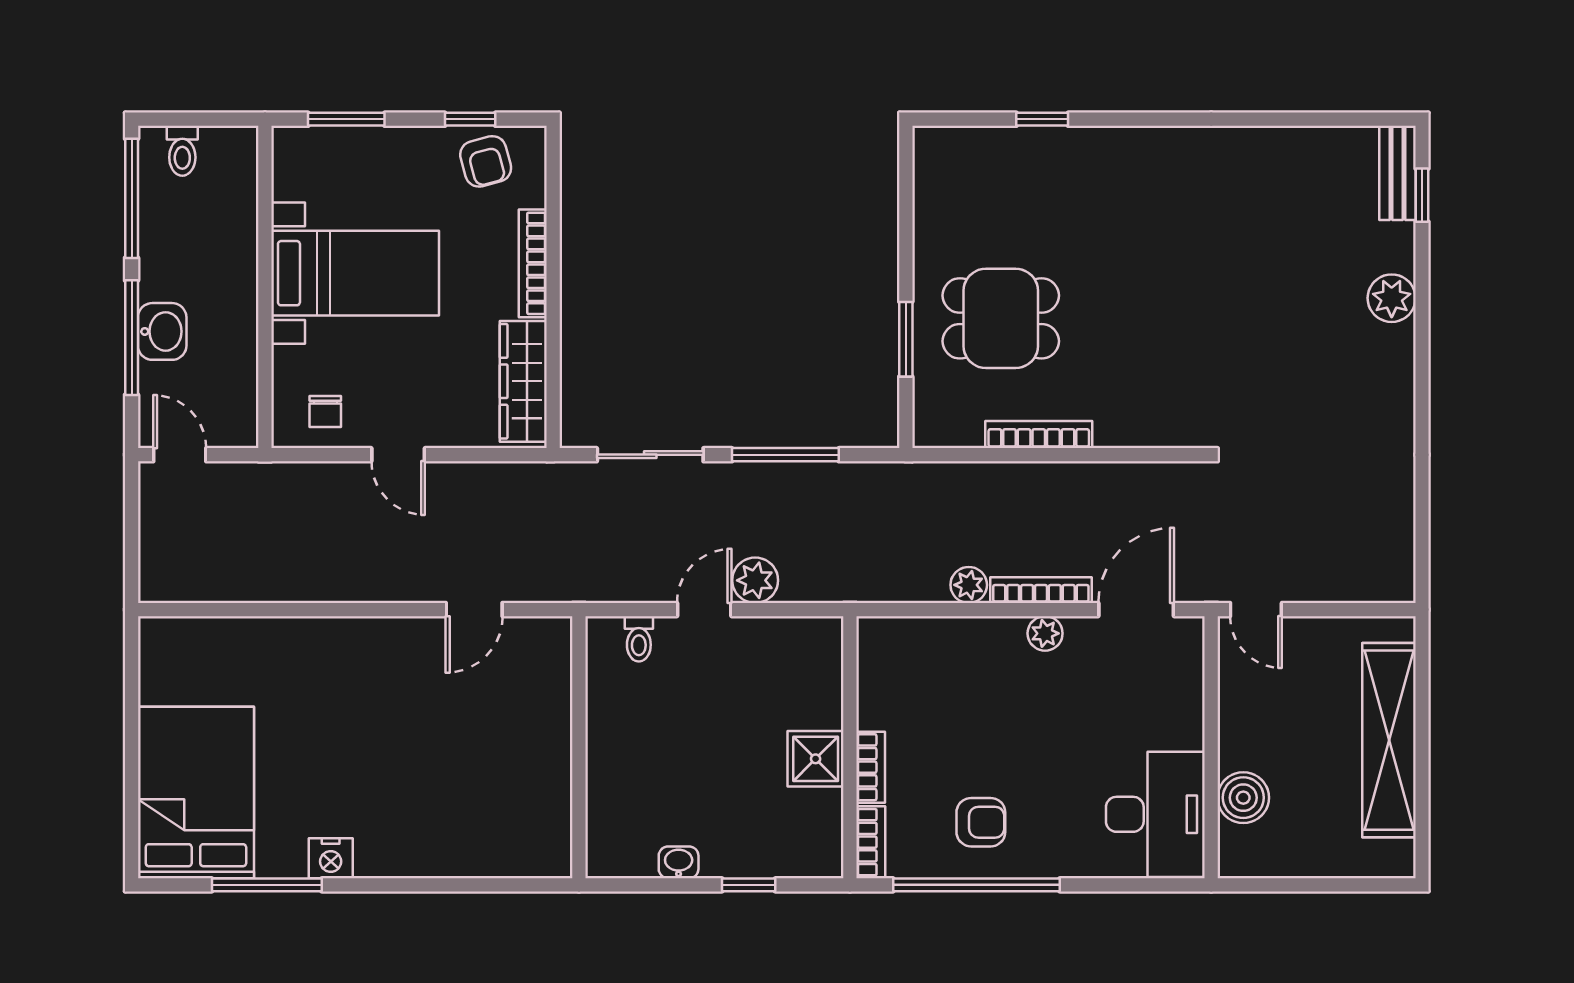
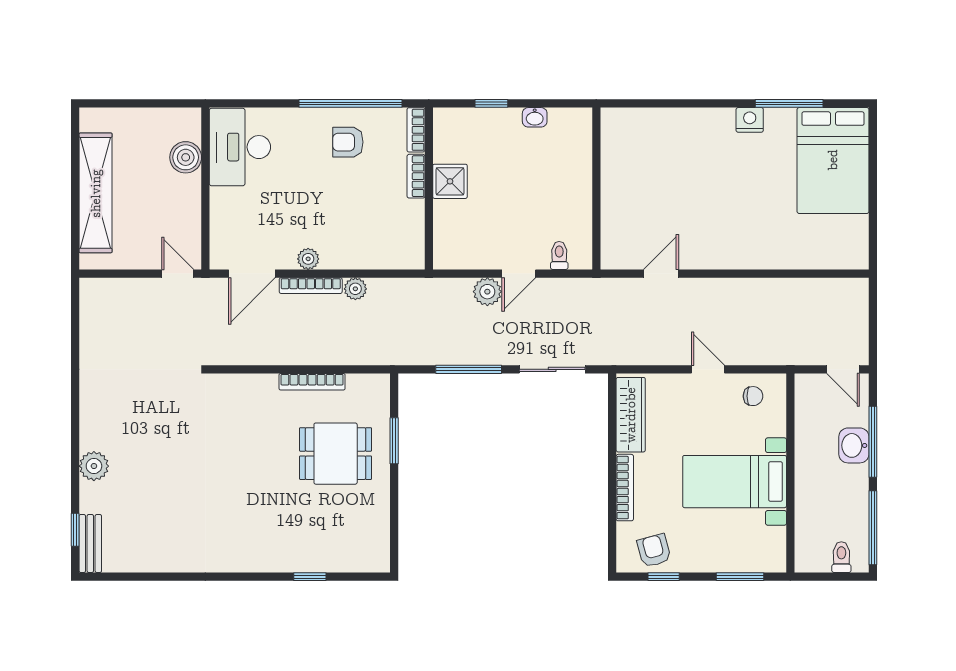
chair: (325, 411) -> (753, 396), turned 90

